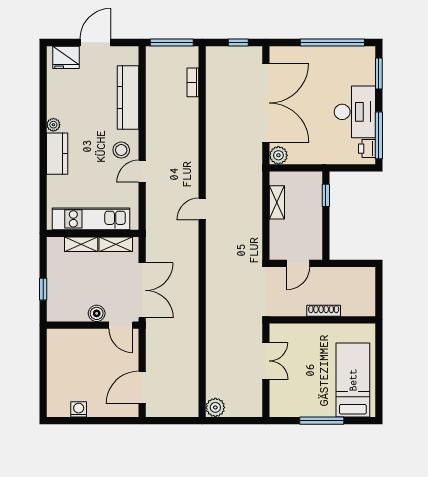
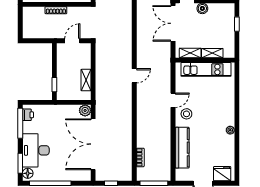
floor lamp: (367, 58) -> (28, 173), added
desk: (355, 112) -> (36, 150), moved
kitchen counter: (57, 154) -> (228, 112), removed

